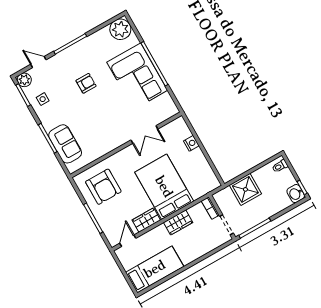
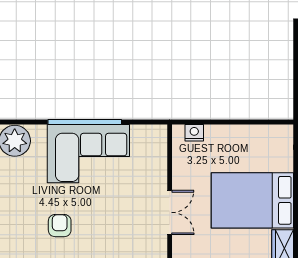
double door: (144, 135) -> (170, 212), moved
nightstand: (191, 143) -> (194, 133), moved

